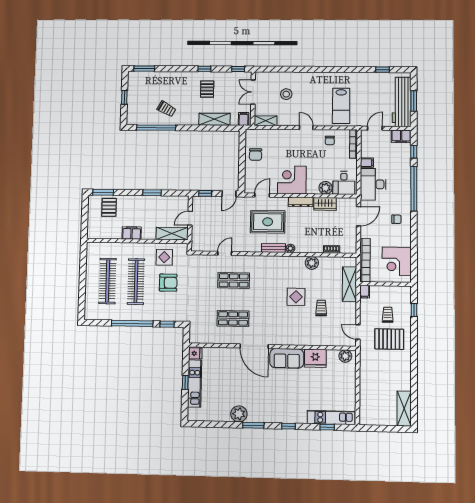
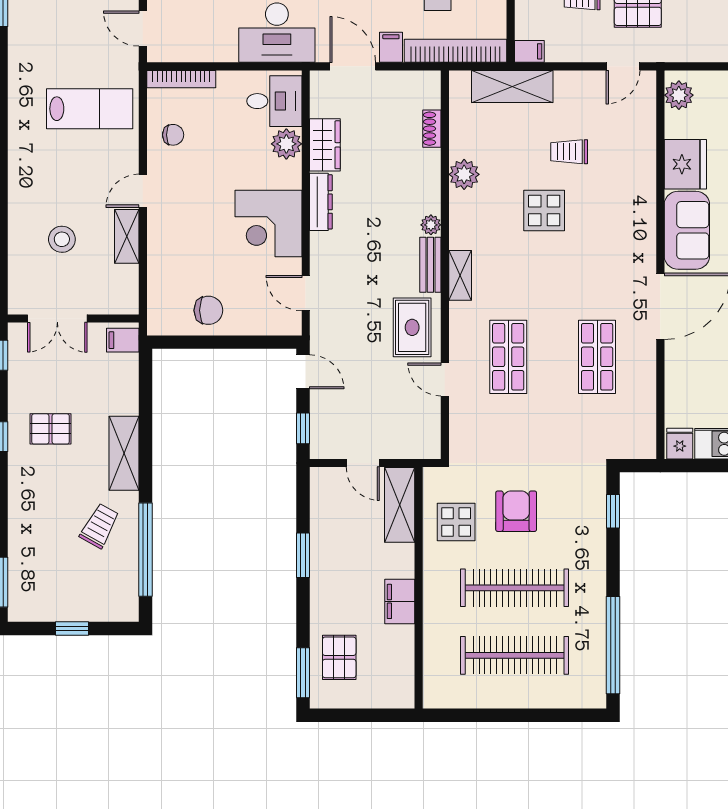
shelving: (215, 119) -> (124, 453), moved
shelving: (266, 121) -> (127, 236), moved
filing cabinet: (367, 163) -> (391, 47), moved
pallet: (109, 207) -> (339, 657), turned 90
rug: (268, 222) -> (412, 327), moved, width x0.73, depth x0.70
shelving: (269, 260) -> (460, 275), added
window: (132, 323) -> (613, 645), moved

